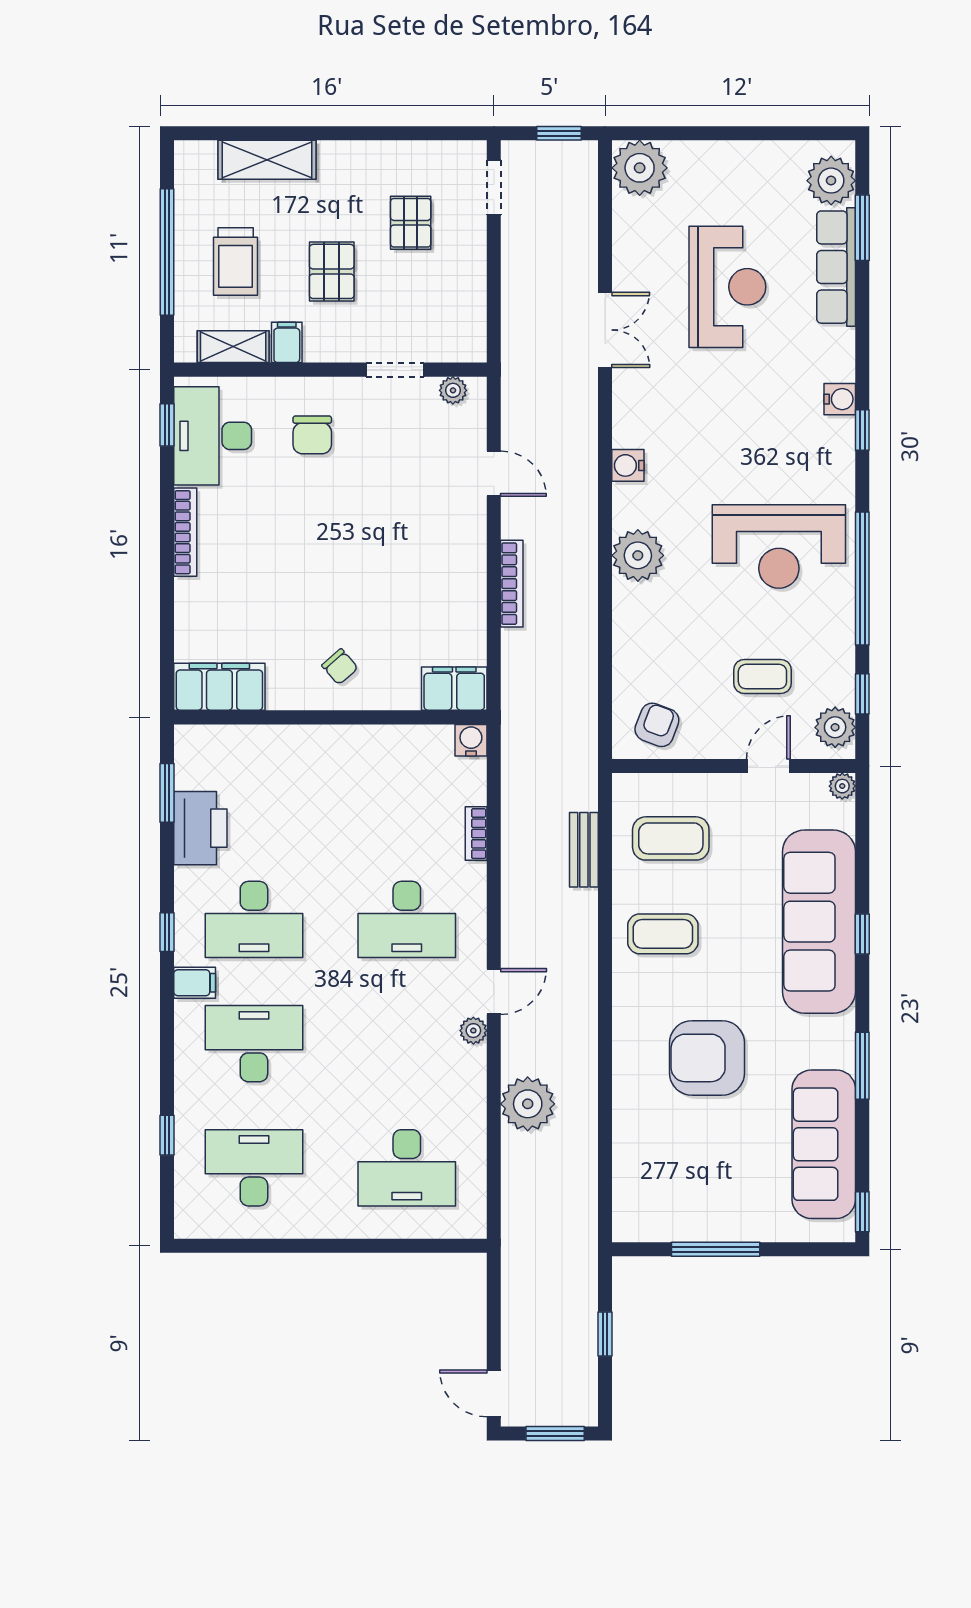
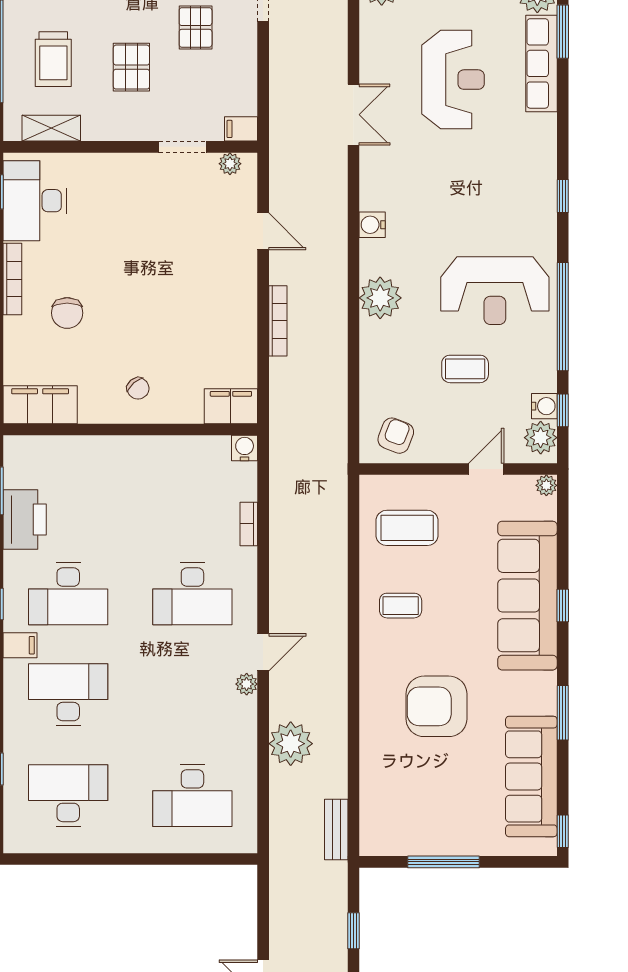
filing cabinet: (287, 342) -> (241, 129), moved, turned -90
water cooler: (840, 399) -> (544, 406), moved
chair: (312, 435) -> (67, 313), moved
coffee table: (762, 677) -> (465, 369), moved
bench: (584, 850) -> (336, 830), moved
coffee table: (663, 934) -> (401, 606), width x0.73, depth x0.77

